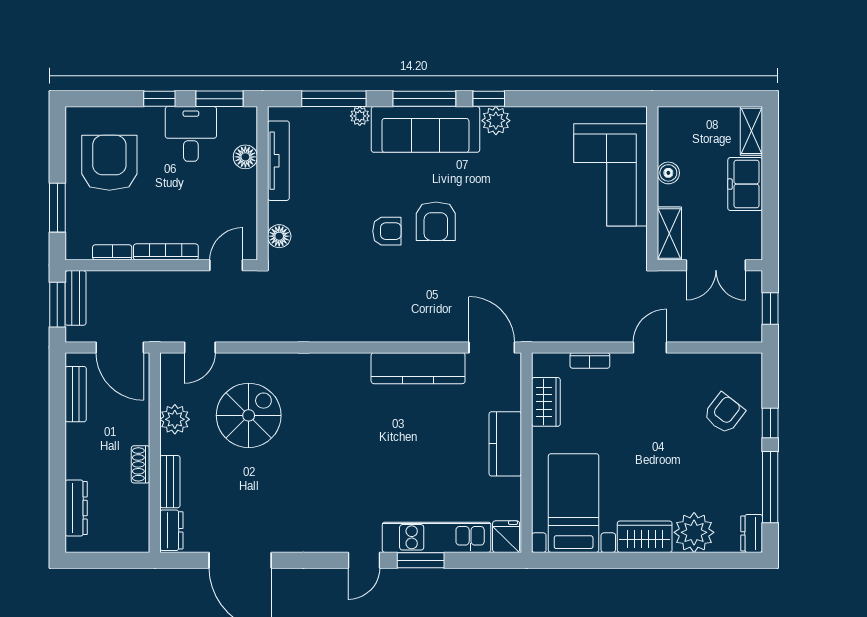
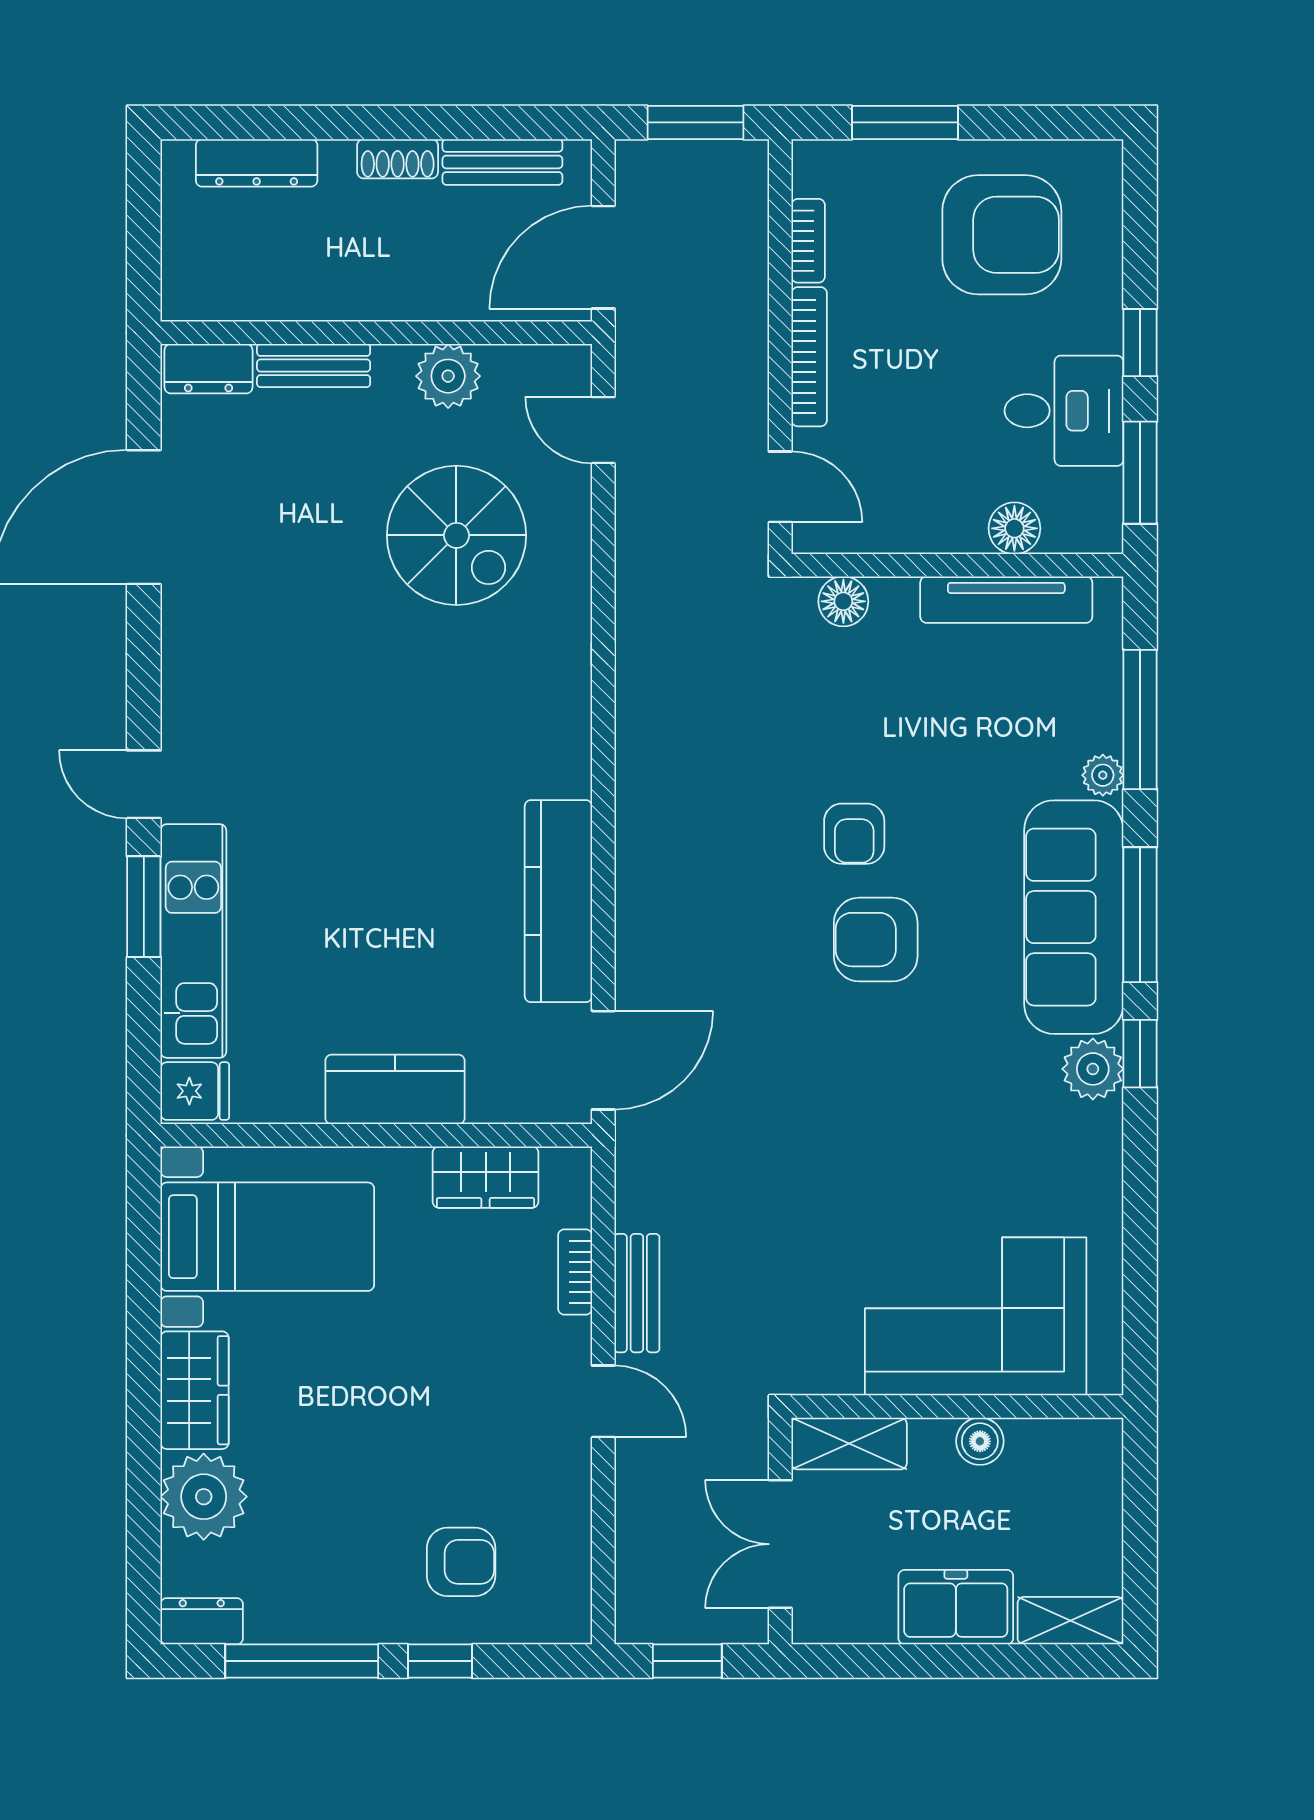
bench: (75, 298) -> (637, 1293), moved, turned 90
armchair: (724, 413) -> (461, 1562), turned -38
shoe rack: (141, 464) -> (398, 159), moved, turned 180

